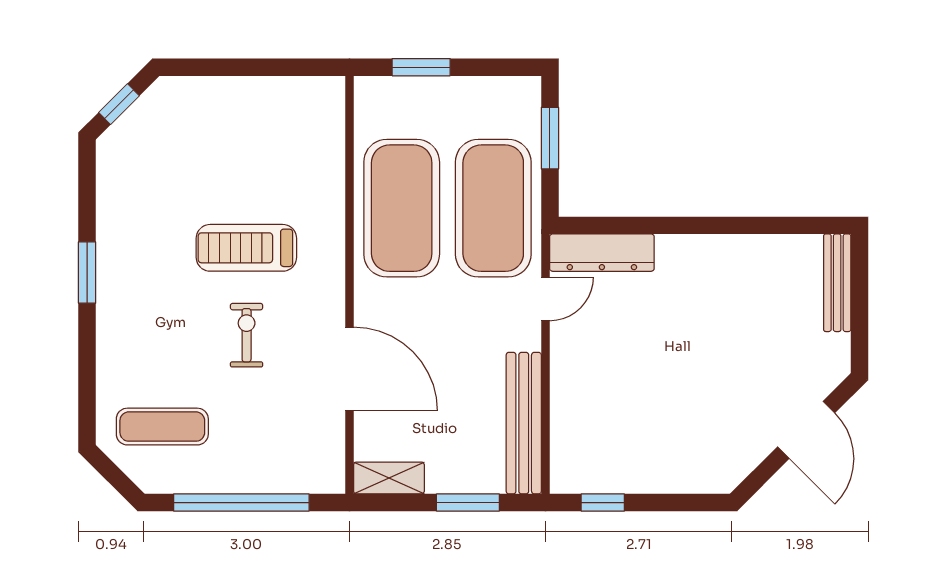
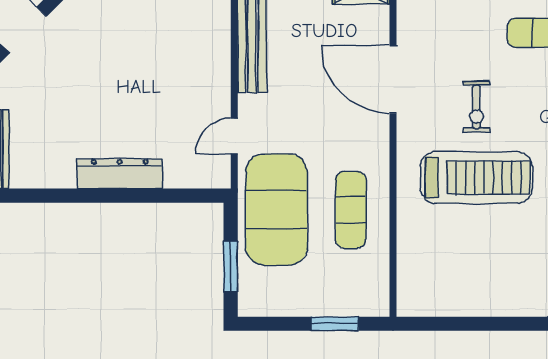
exercise mat: (402, 208) -> (351, 210), width x0.50, depth x0.69
treadmill: (246, 248) -> (476, 177), width x1.37, depth x1.38
dresser: (602, 253) -> (120, 174), moved

